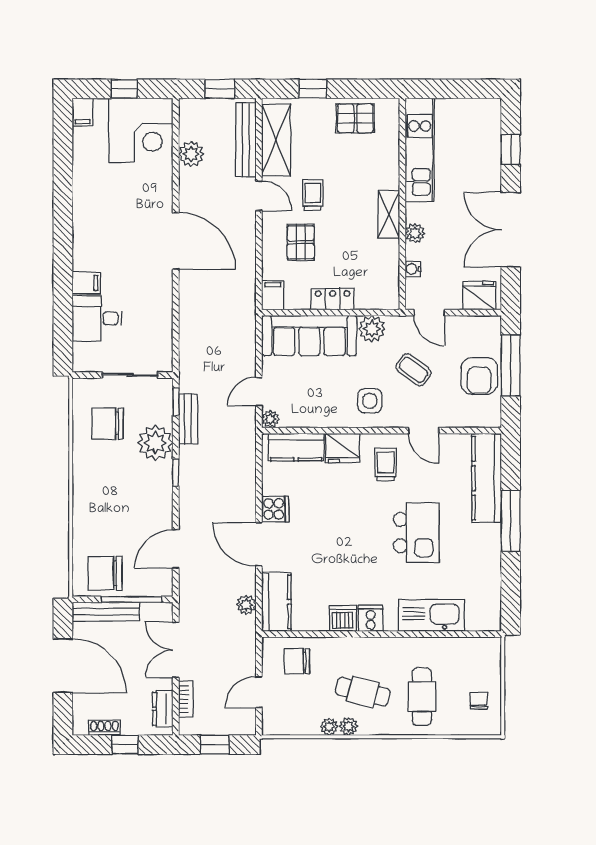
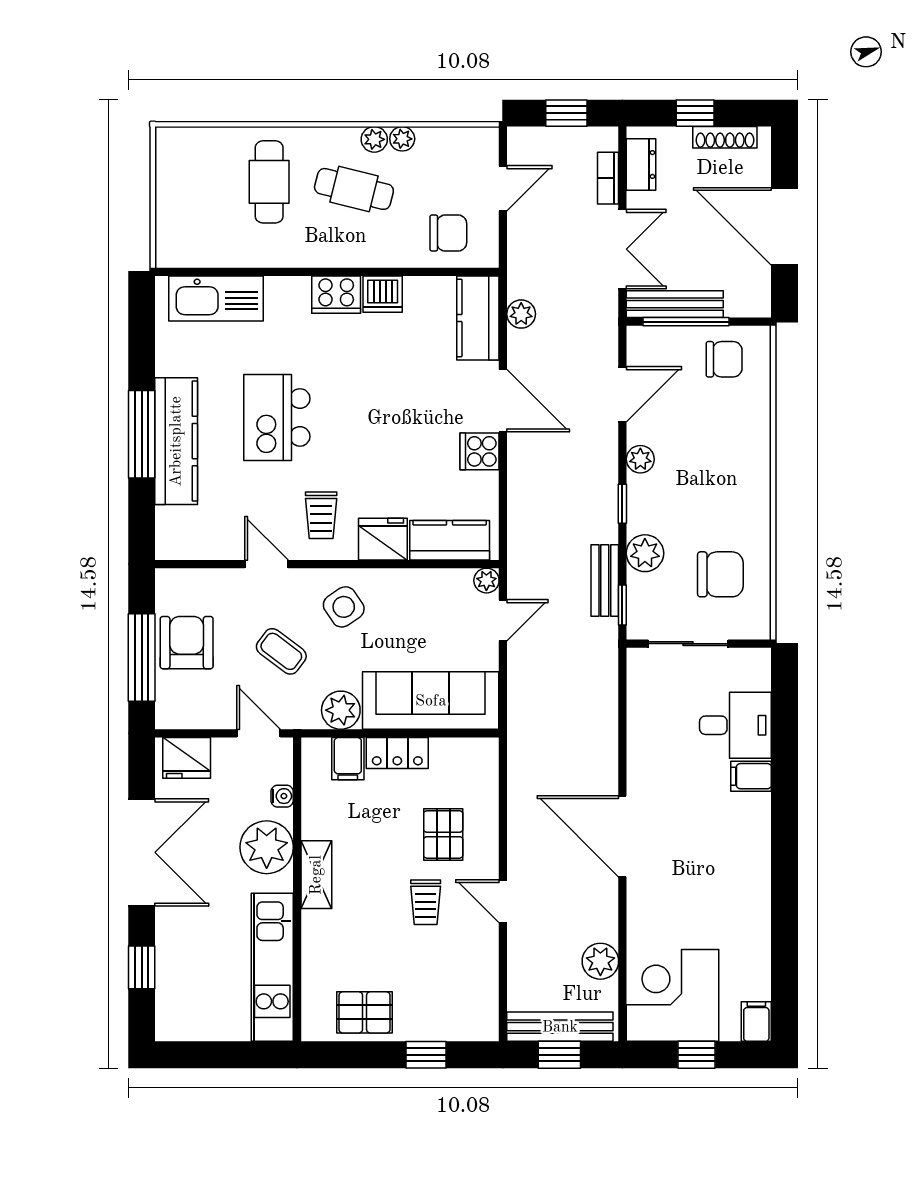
bench: (246, 140) -> (560, 1027), moved, turned 90
shelving: (276, 140) -> (478, 982), removed
plant: (415, 233) -> (267, 847), width x1.88, depth x1.88
filing cabinet: (273, 295) -> (348, 759), moved
side table: (370, 401) -> (344, 607), turned -34
plant: (155, 443) -> (645, 553), width x0.73, depth x0.73
kitchen counter: (487, 478) -> (176, 441), moved
plant: (163, 504) -> (640, 459), added
chair: (105, 573) -> (724, 359), width x0.73, depth x0.73
bench: (106, 612) -> (675, 304), moved
kitchen sink: (431, 616) -> (216, 298), moved
cooker: (371, 618) -> (336, 295), width x1.36
chair: (479, 701) -> (188, 176), removed
shoe rack: (104, 728) -> (725, 137), width x1.43

